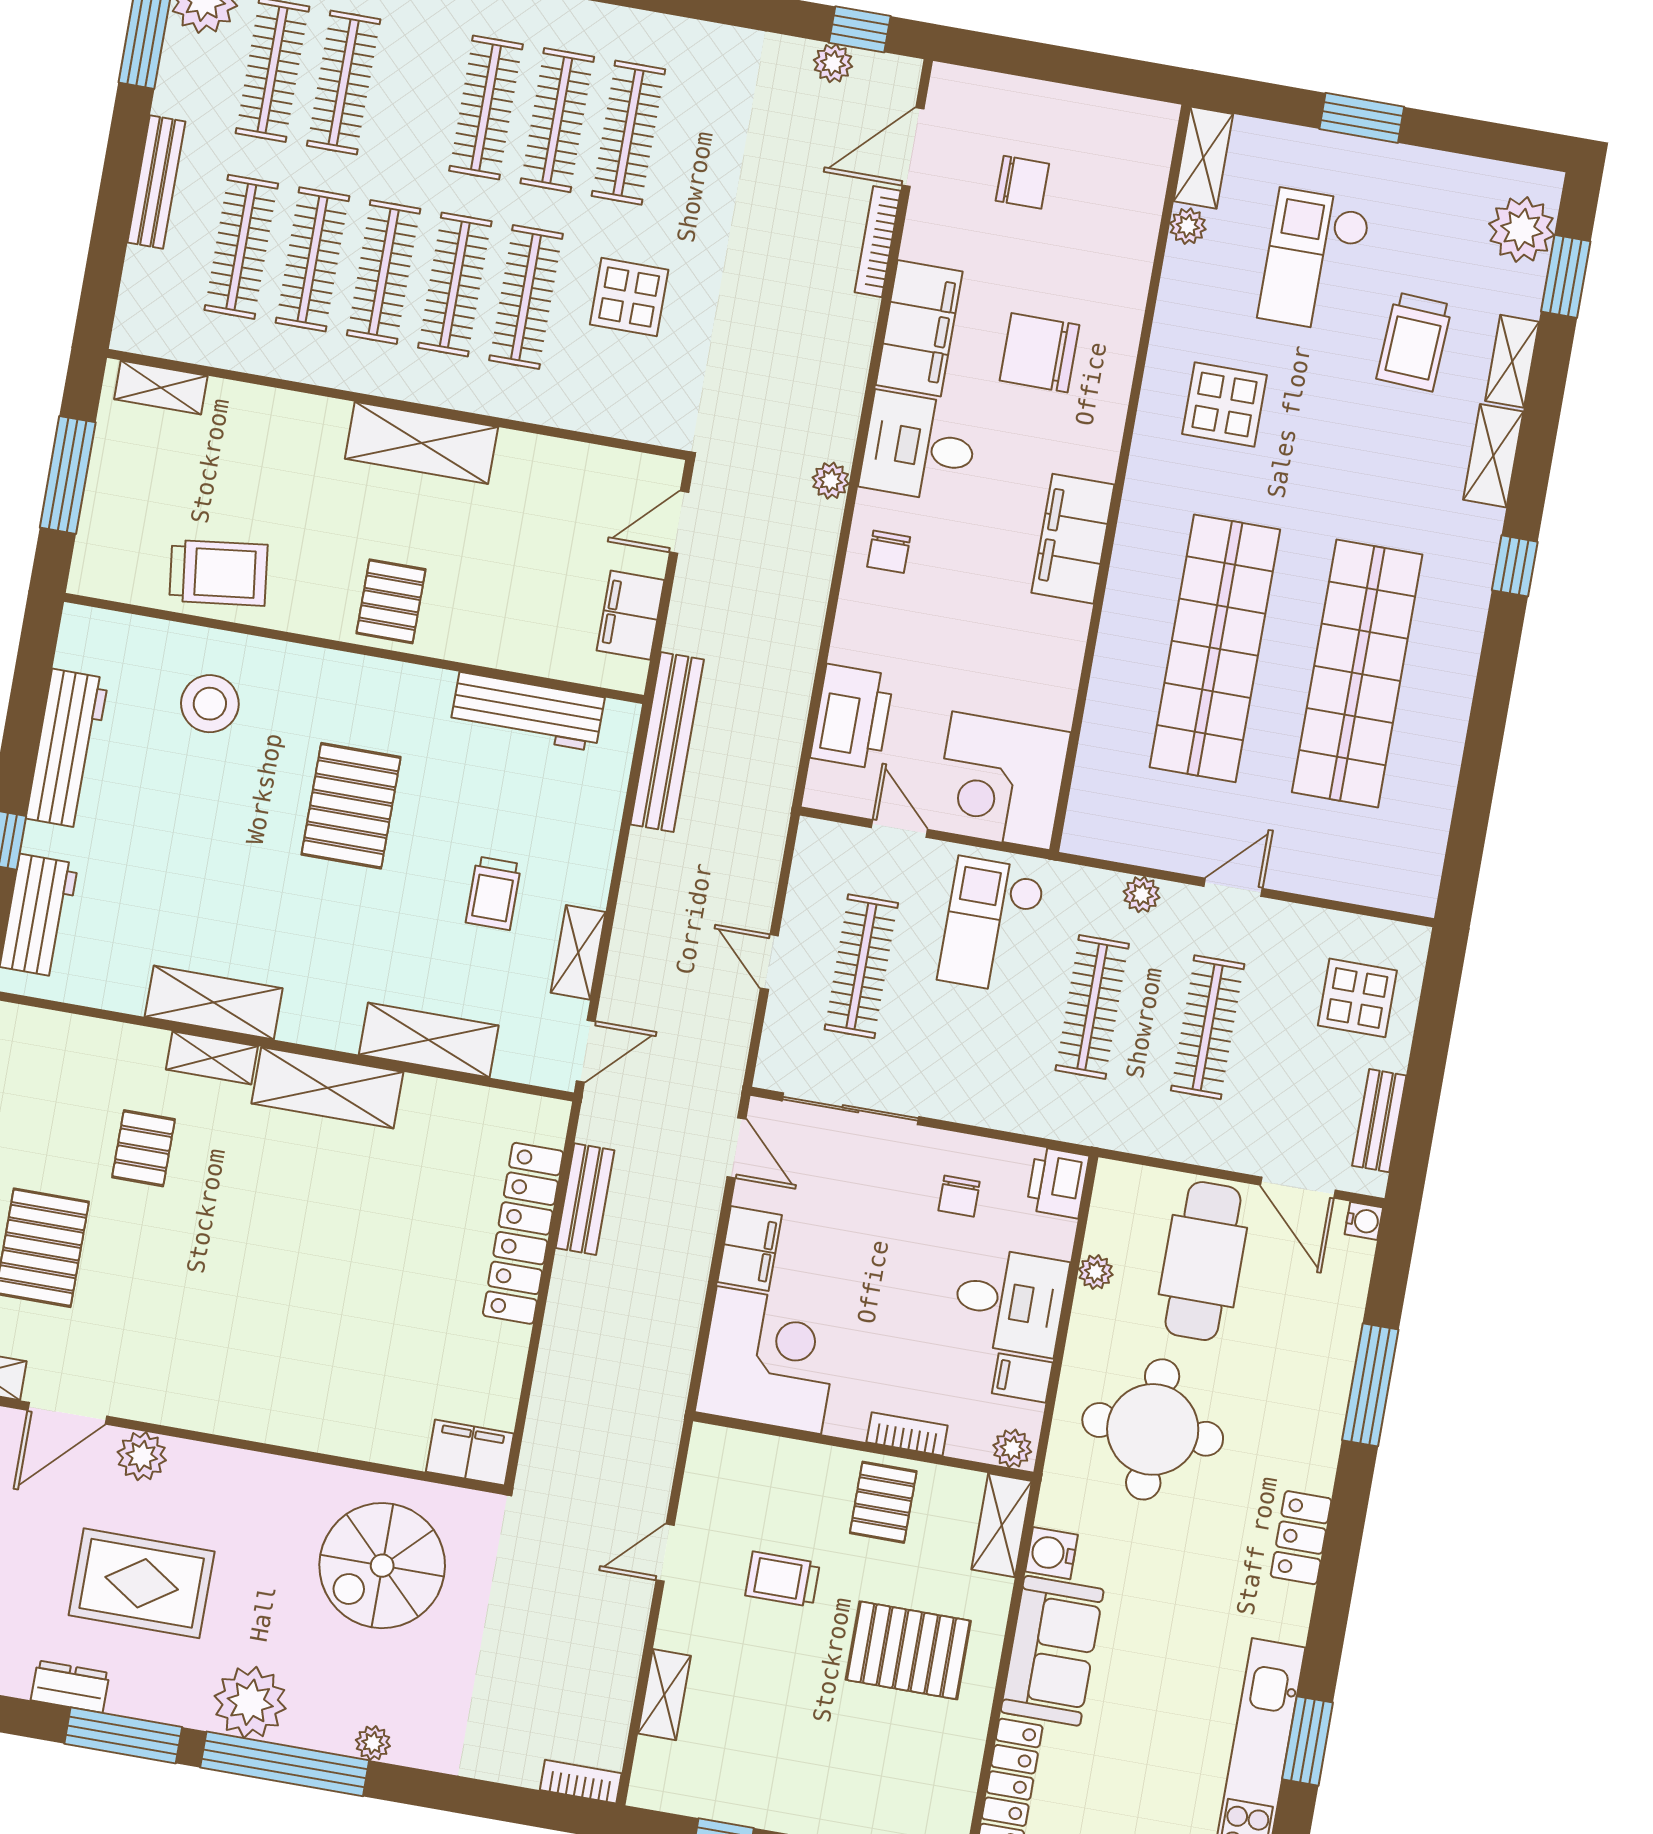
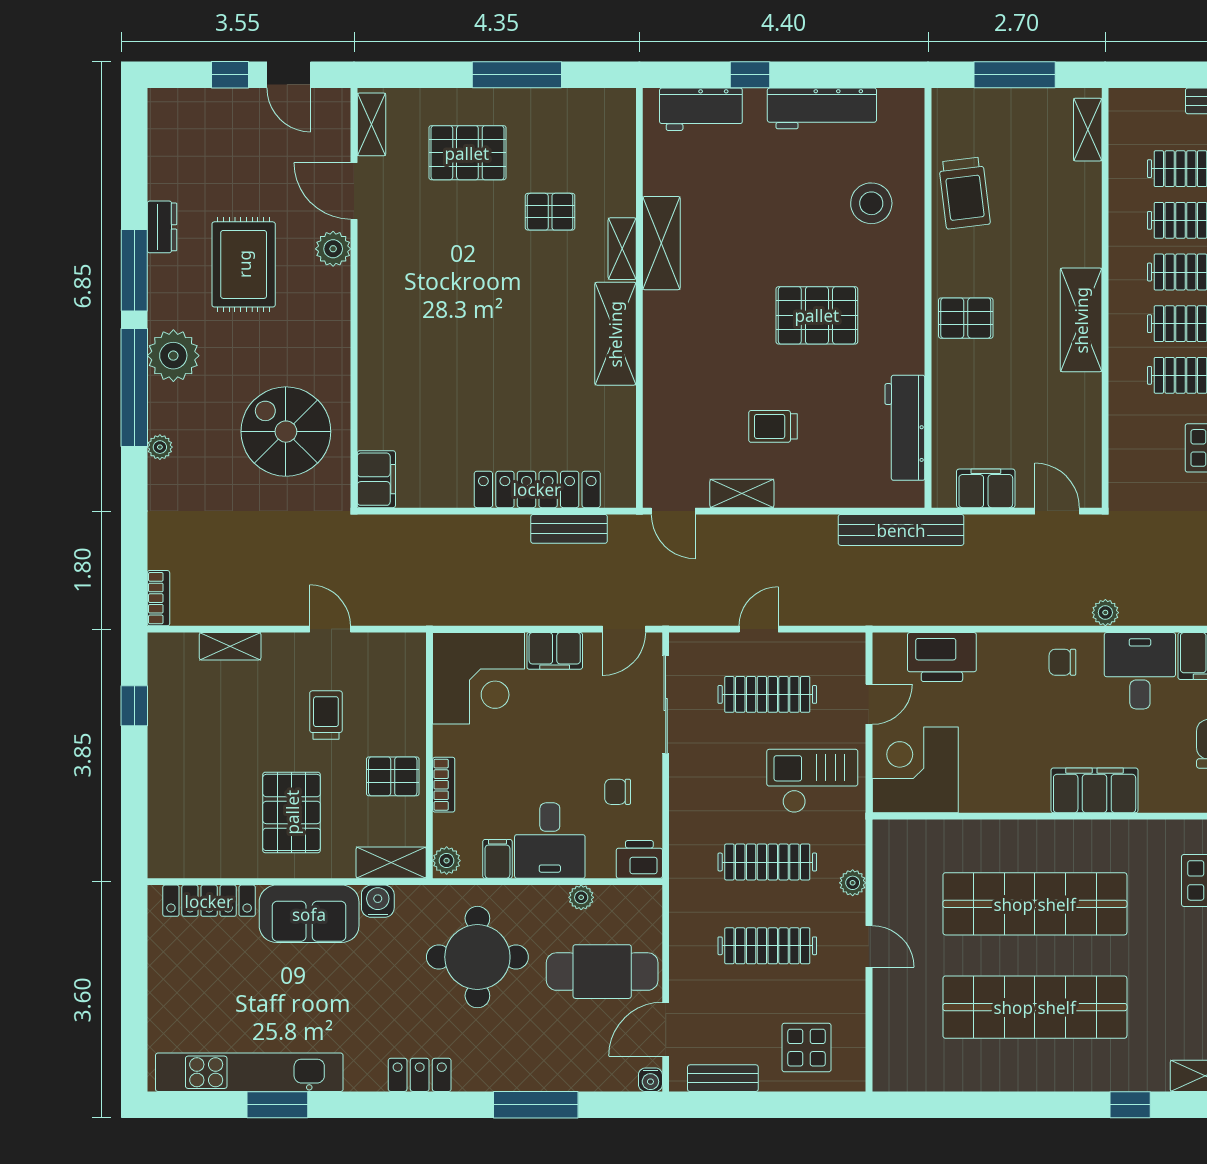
shelving: (429, 1040) -> (662, 399), removed

